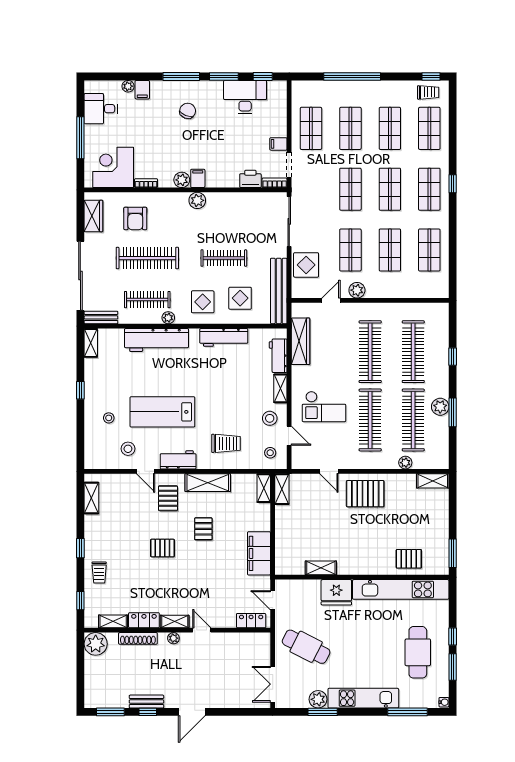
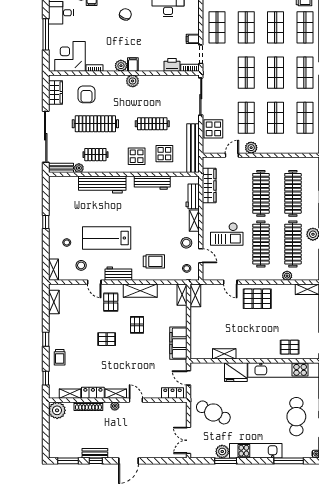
clothes rail: (147, 300) -> (95, 155), width x0.73
plant: (168, 318) -> (79, 168), moved
shelving: (91, 343) -> (53, 270), moved

